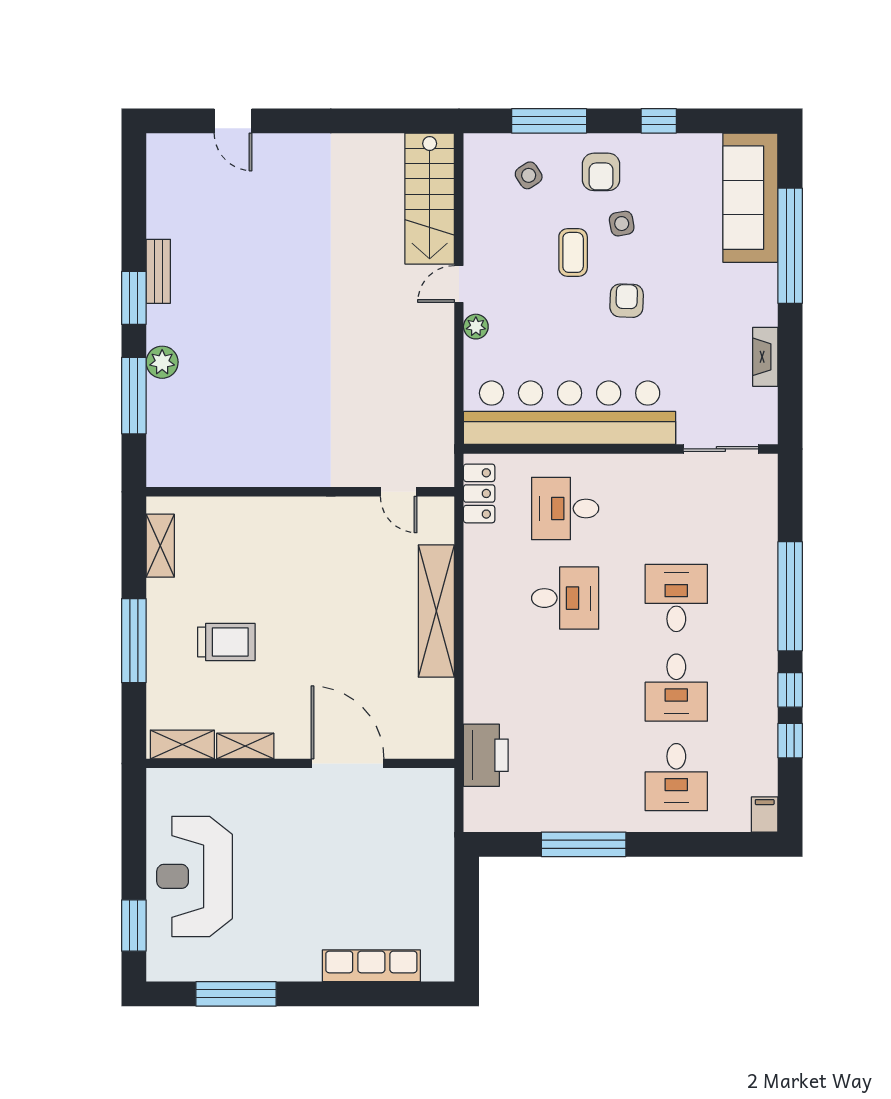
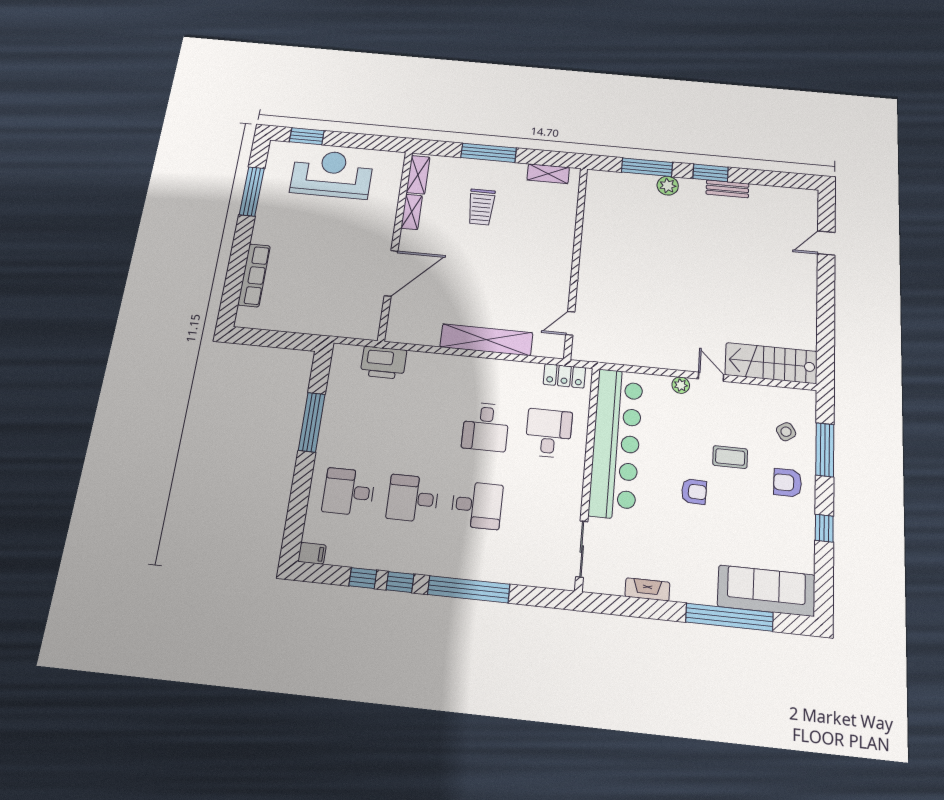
side table: (622, 224) -> (750, 494), removed

